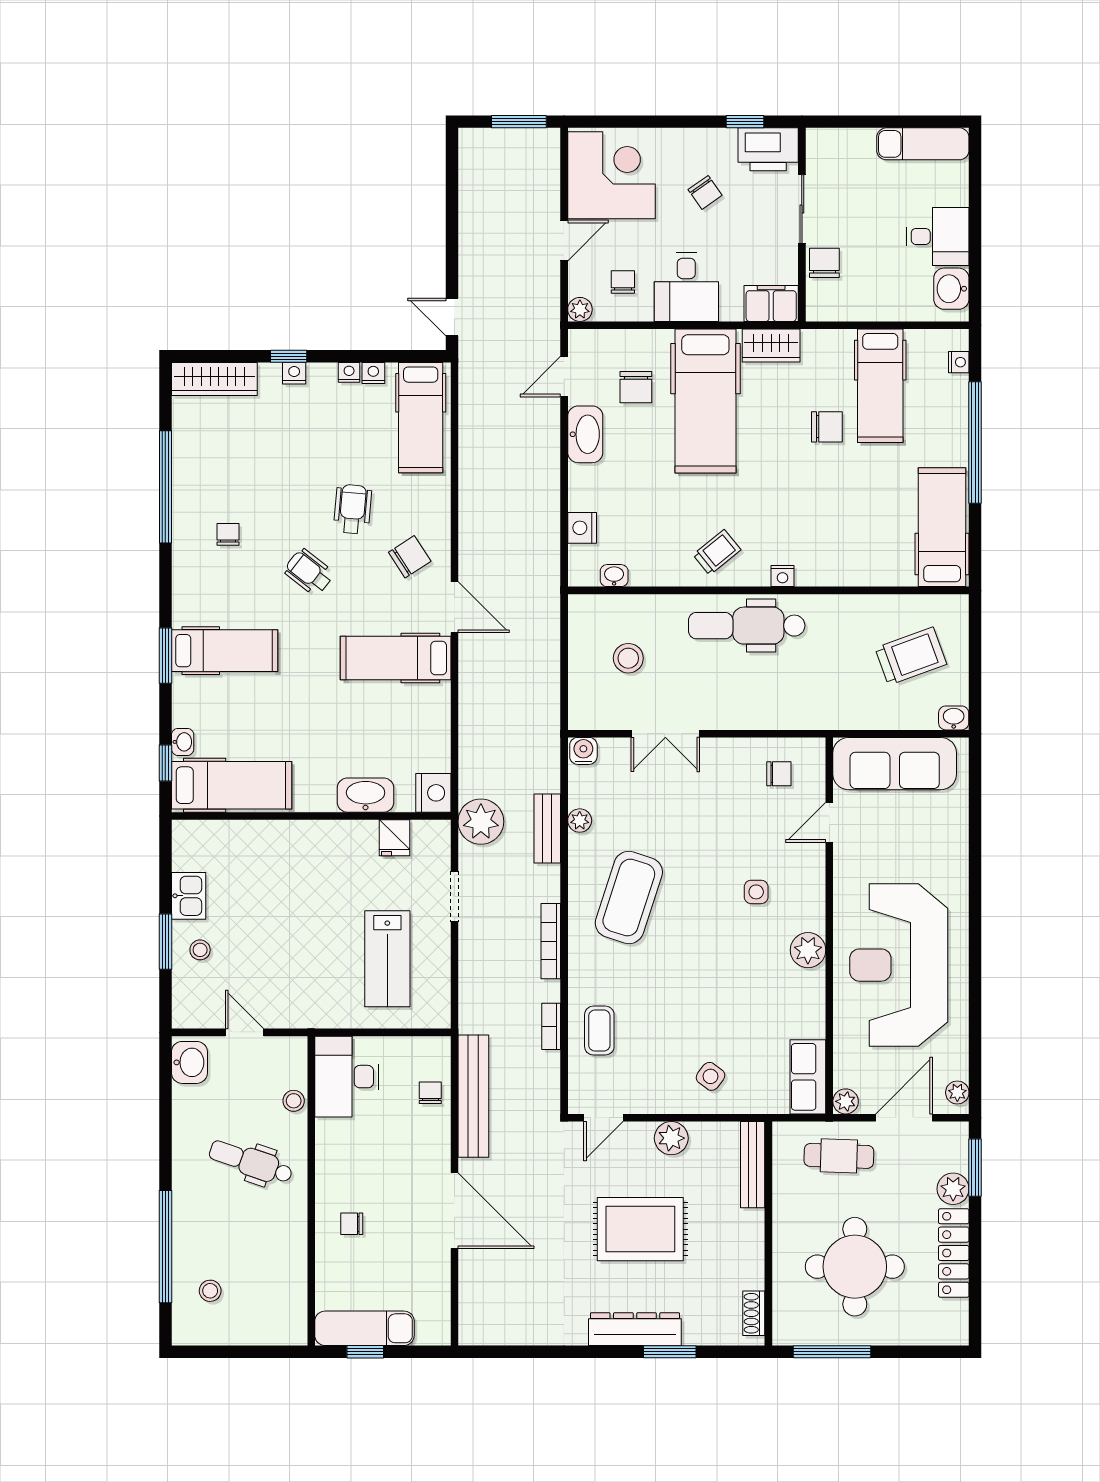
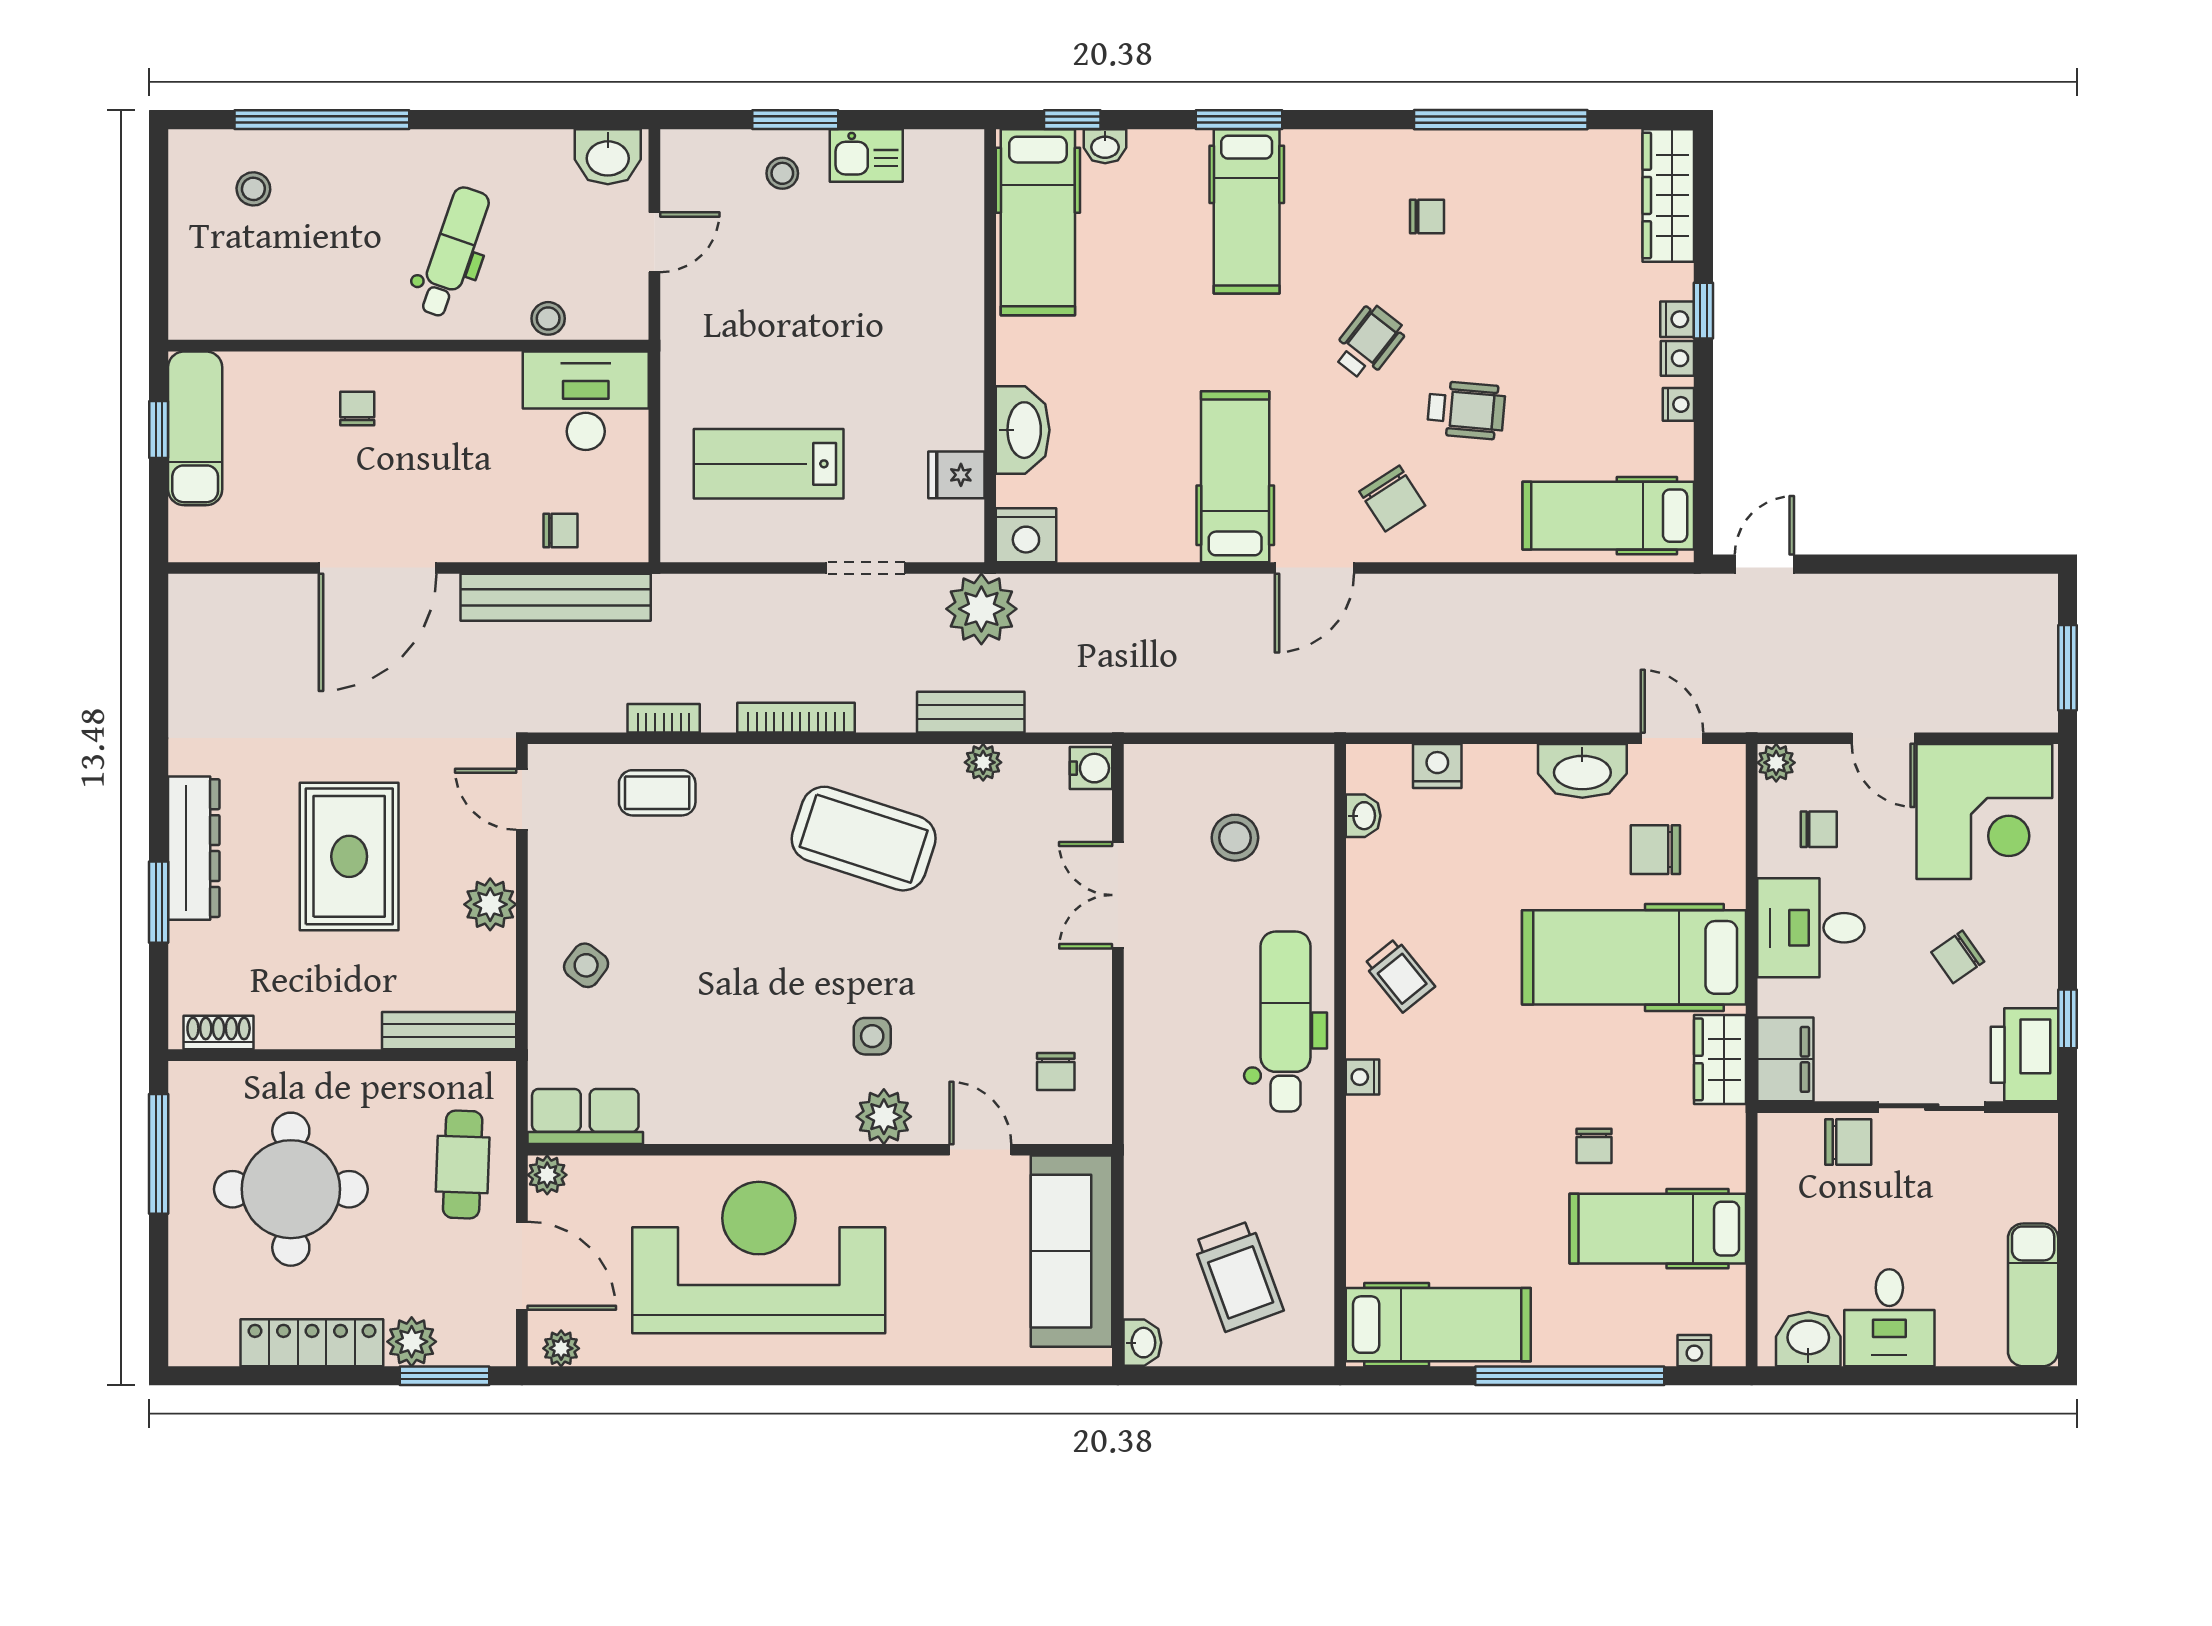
nightstand: (373, 373) -> (1677, 358), moved
chair: (827, 427) -> (1594, 1146), width x0.73, depth x0.73
plant: (808, 950) -> (884, 1117), moved

